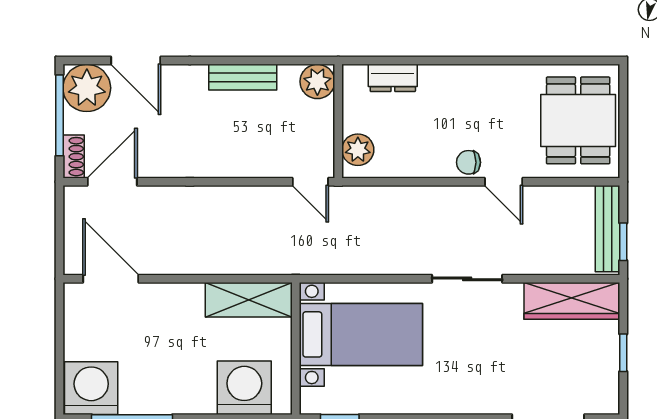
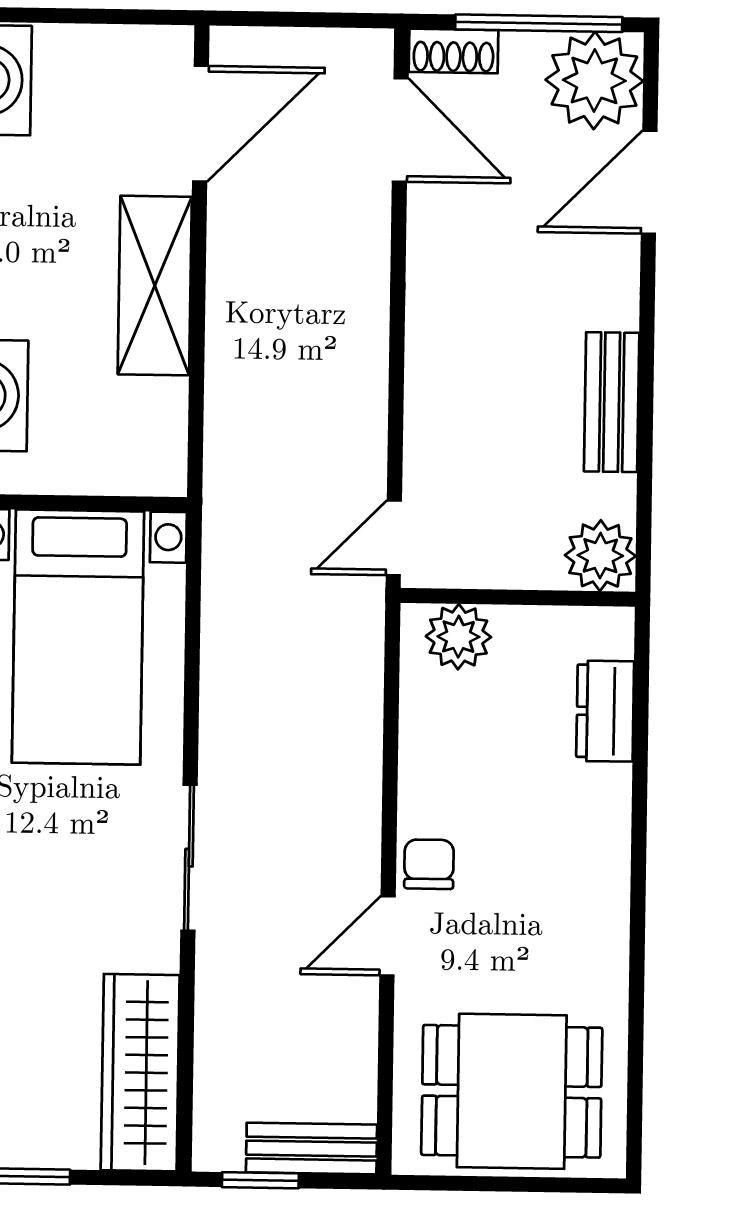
bench: (607, 229) -> (312, 1149), width x0.73
shelving: (249, 300) -> (155, 286), moved

